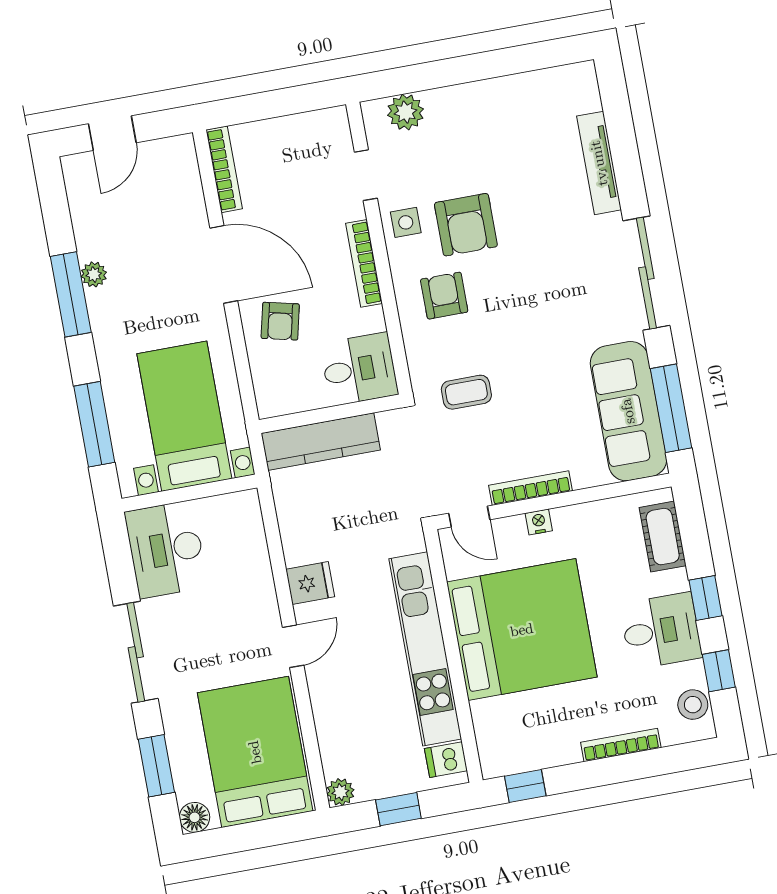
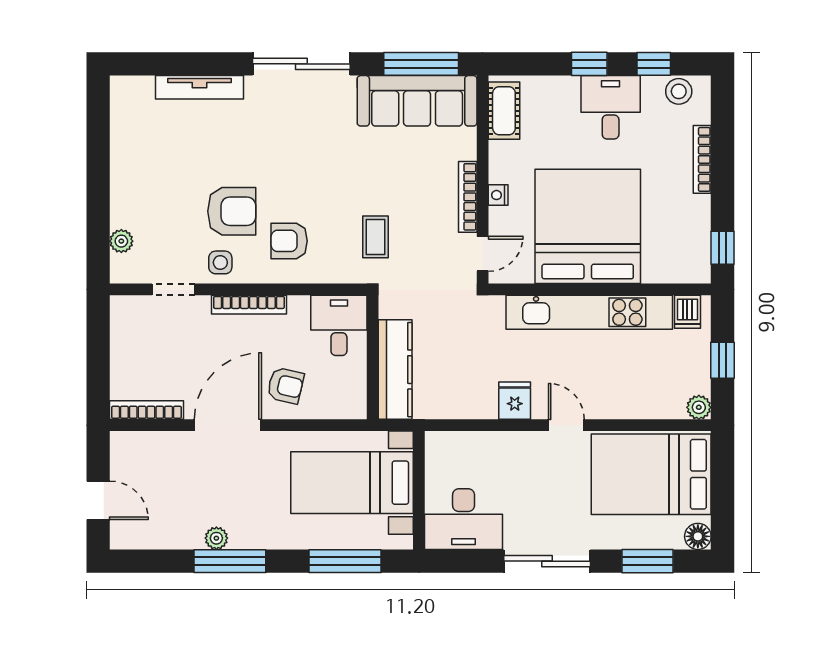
plant: (406, 112) -> (121, 241), width x0.73, depth x0.73
cot: (663, 537) -> (504, 111), moved, turned 90

